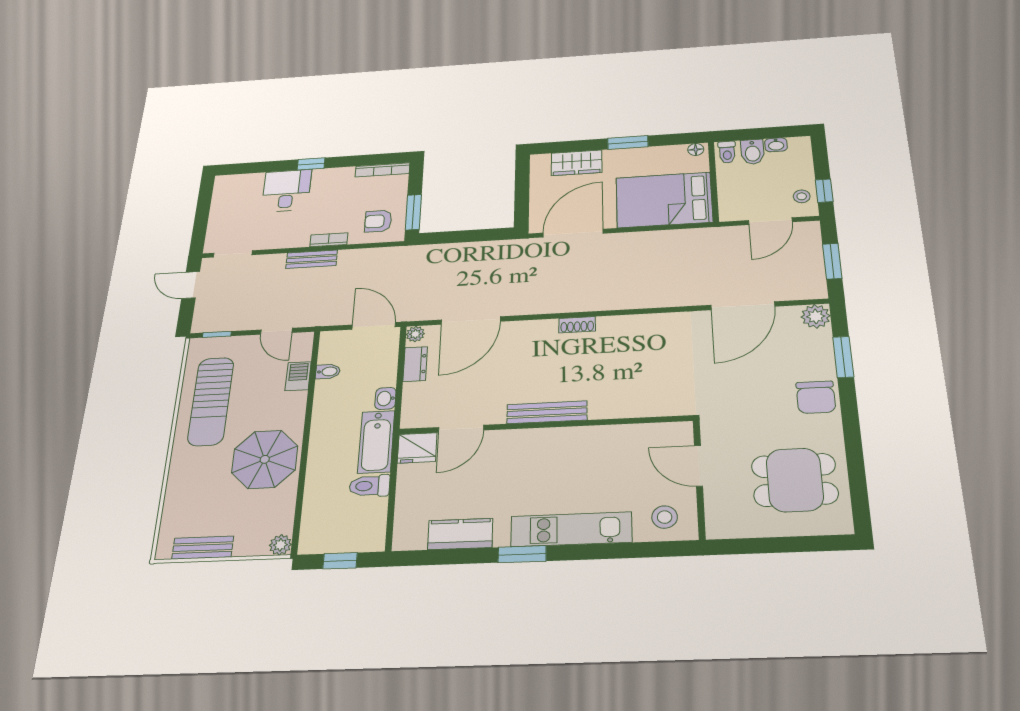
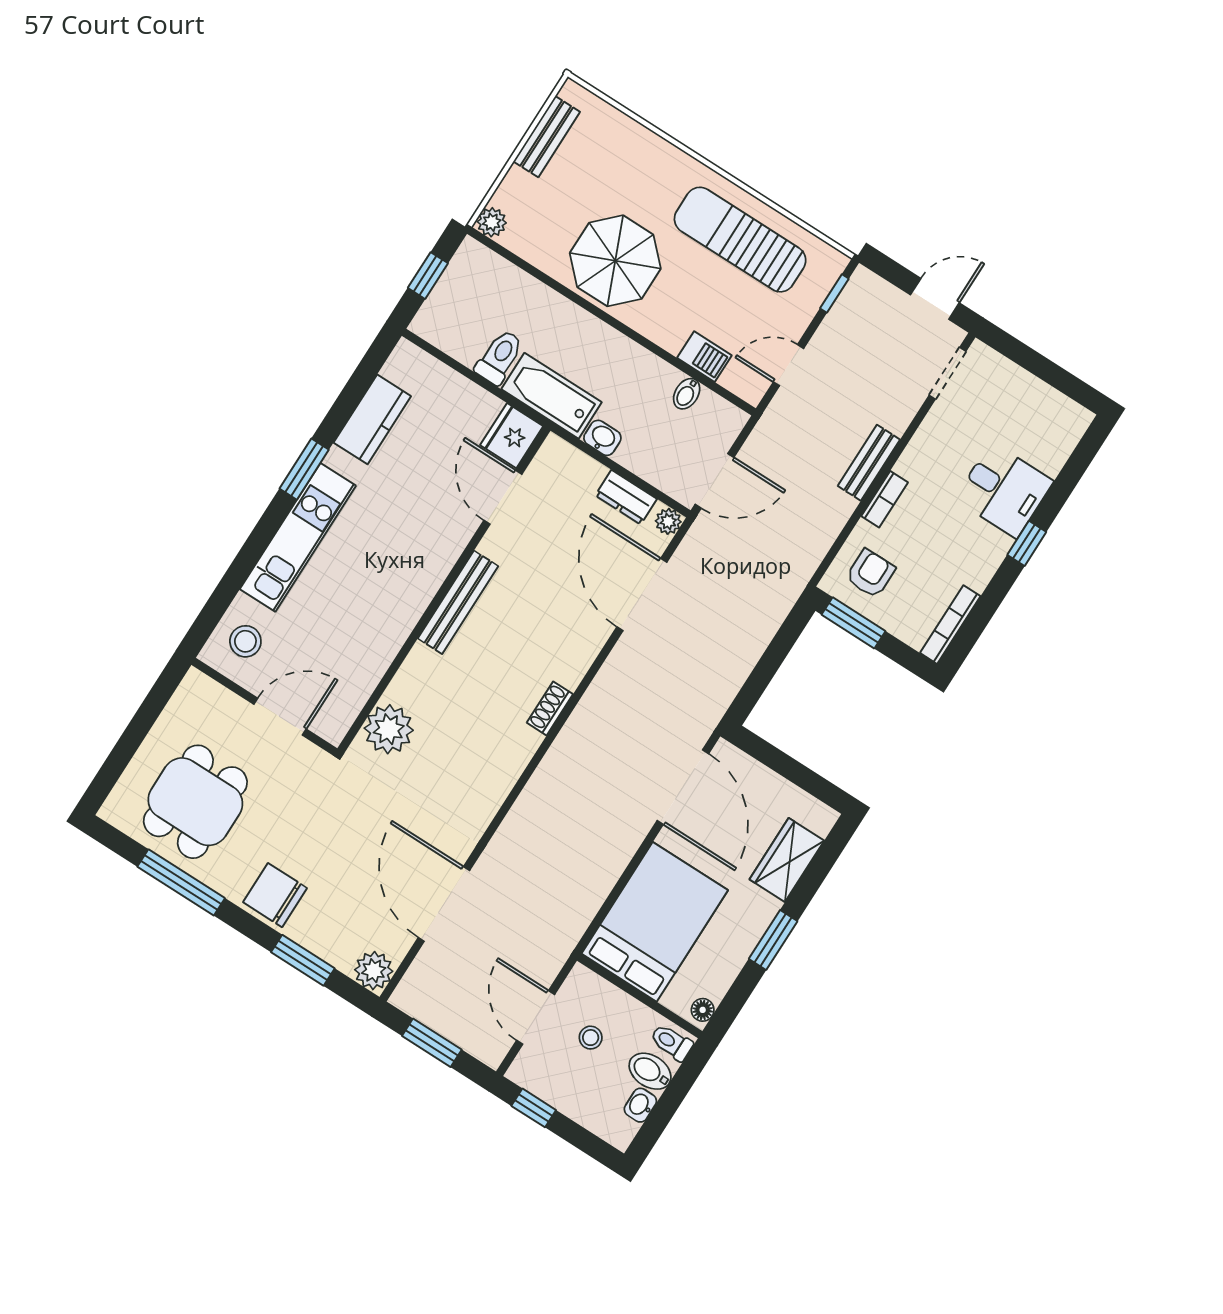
stool: (802, 196) -> (591, 1038), moved
plant: (658, 400) -> (389, 729), added
window: (854, 455) -> (181, 882), added

